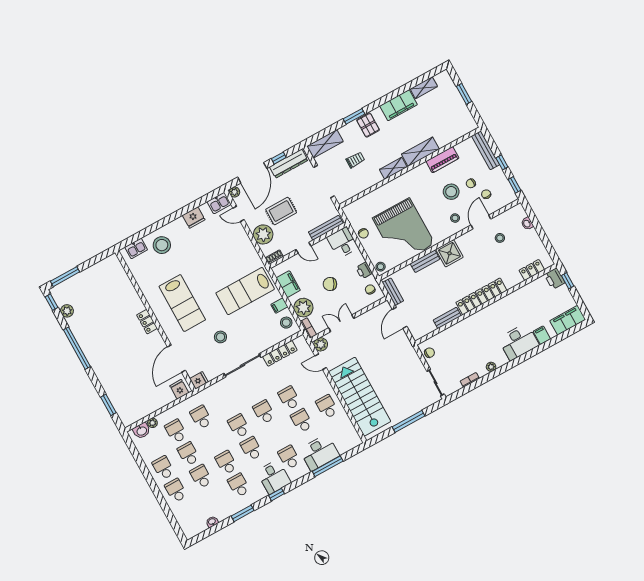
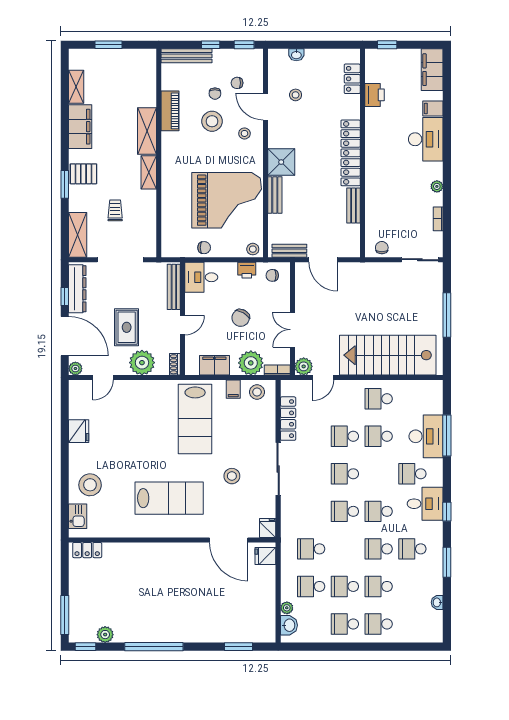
kitchen sink: (219, 203) -> (78, 393), removed
printer: (555, 279) -> (374, 95), moved, turned -90
locker: (147, 322) -> (87, 550), moved

